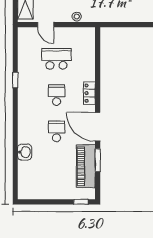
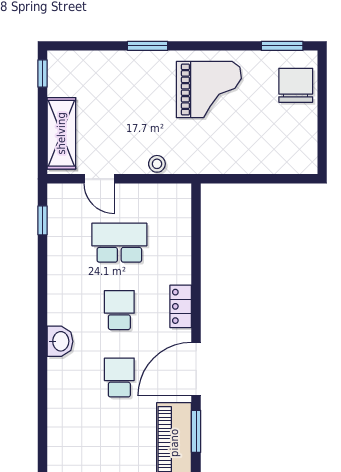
window: (15, 80) -> (43, 220), moved
door: (98, 127) -> (196, 369), hinge flipped
washbasin: (25, 152) -> (60, 341), moved

